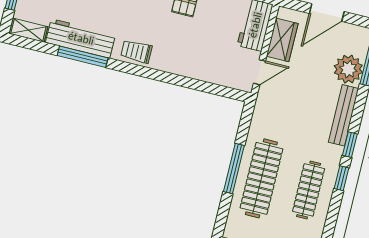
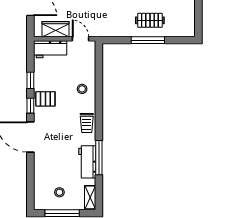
workbench: (81, 38) -> (87, 162), width x0.73
stool: (187, 57) -> (82, 89), added
clothes rail: (261, 178) -> (150, 20), width x0.54, depth x0.76

